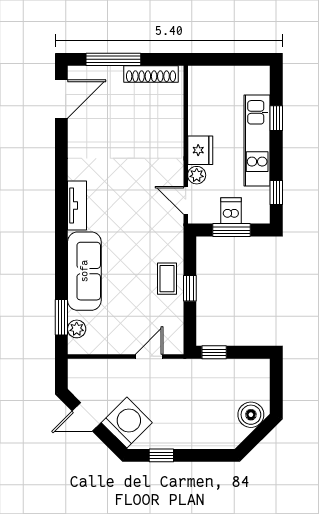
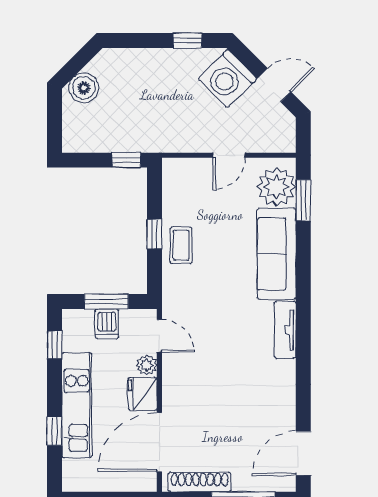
door: (186, 109) -> (159, 442), added
plant: (77, 329) -> (276, 187), width x1.87, depth x1.87
door: (149, 356) -> (229, 155), moved

